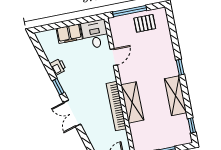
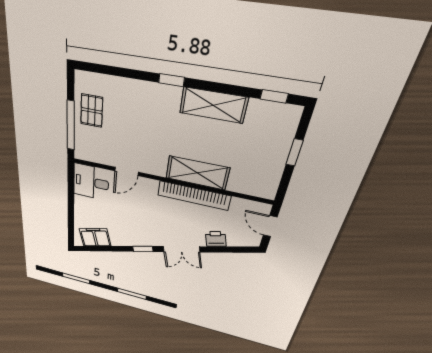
filing cabinet: (69, 34) -> (95, 237), moved, turned -106
door: (114, 57) -> (127, 171), swing flipped
printer: (58, 67) -> (216, 239), moved

